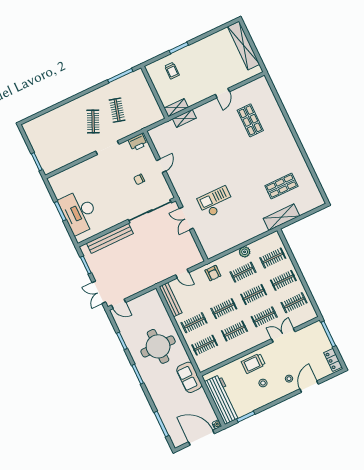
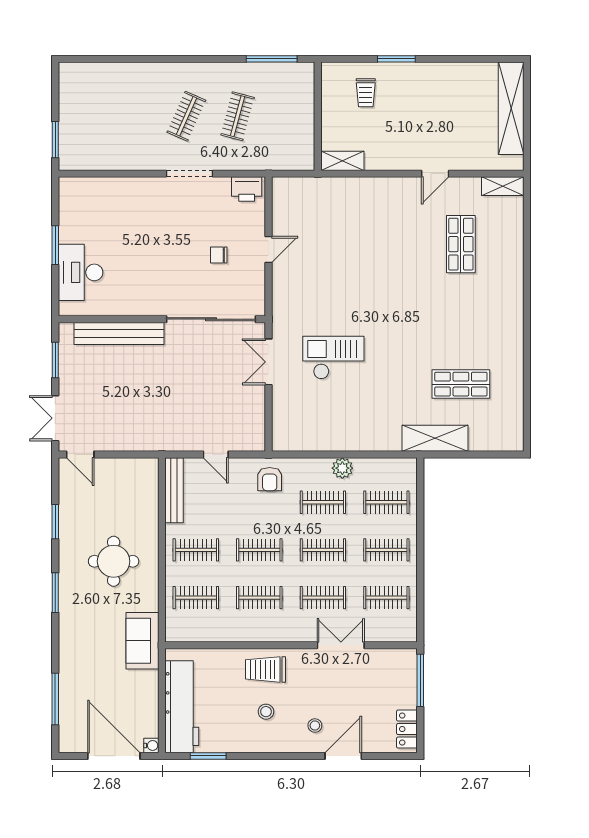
shelving: (184, 118) -> (503, 186), moved
desk: (79, 212) -> (81, 272), width x0.73, depth x0.77
round table: (158, 346) -> (114, 561), width x0.73, depth x0.73

